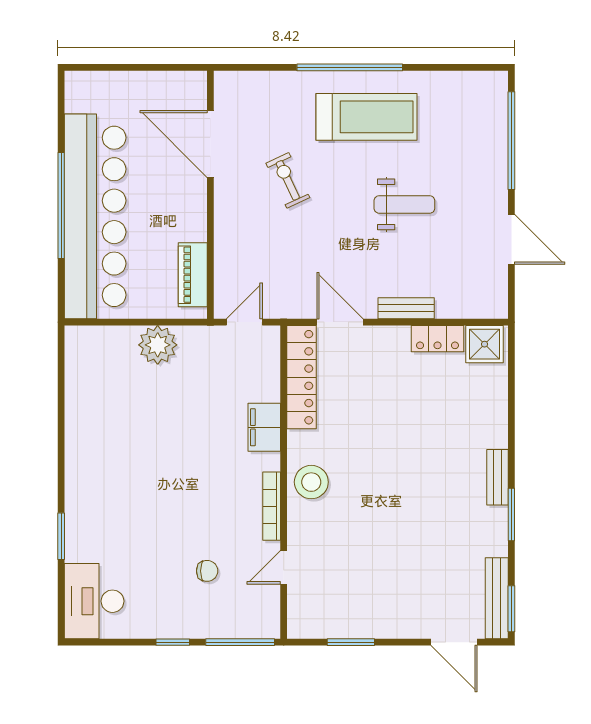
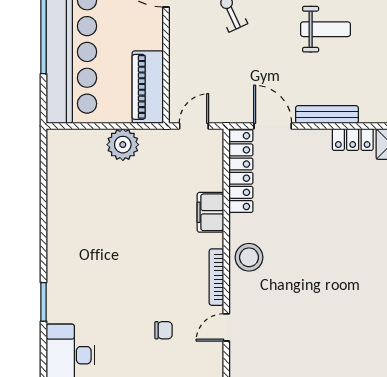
piano: (193, 275) -> (148, 87), width x1.37, depth x1.33
bench: (406, 308) -> (327, 115), width x1.36

